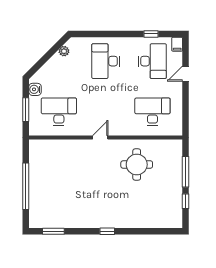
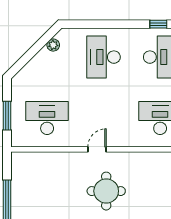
water cooler: (35, 89) -> (18, 91), removed
round table: (137, 165) -> (106, 191), moved

